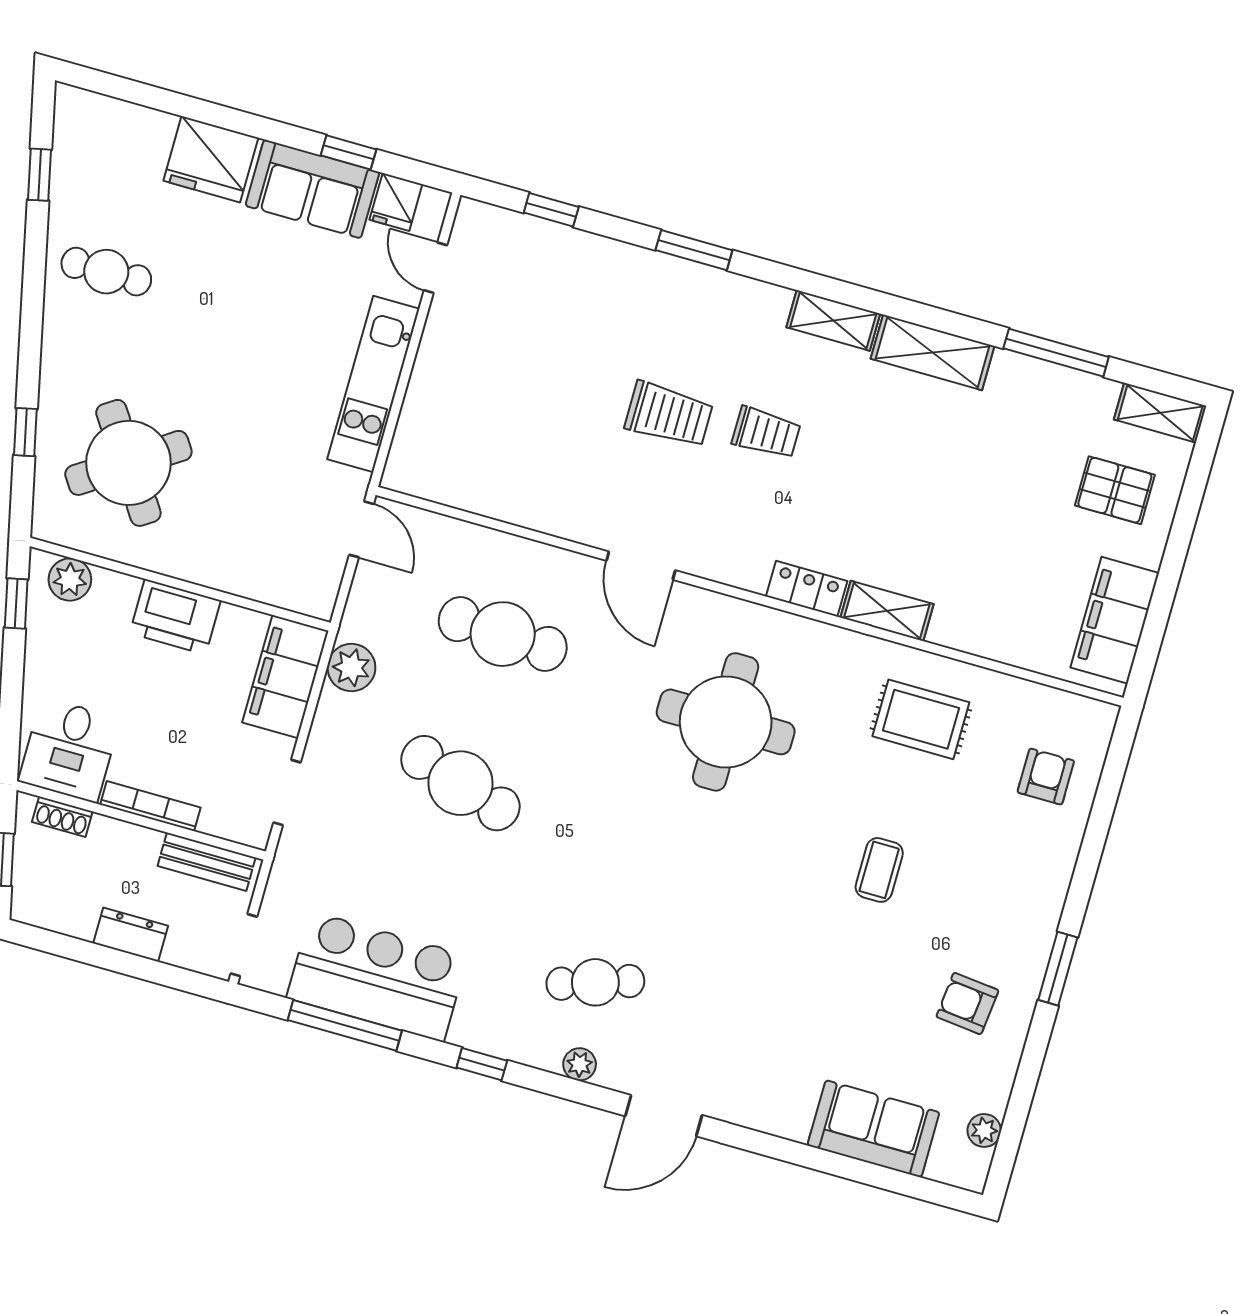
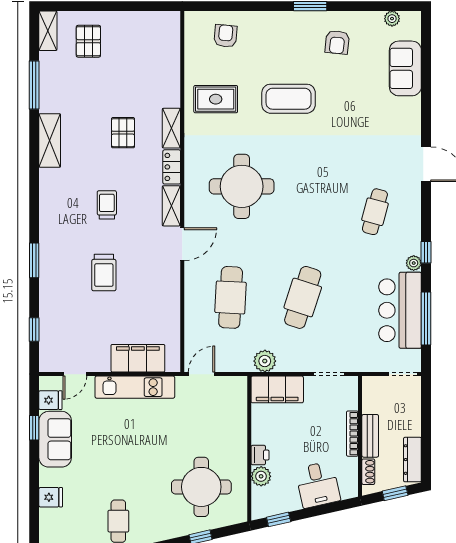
fridge: (211, 159) -> (51, 497), width x0.53, depth x0.75
shelving: (833, 320) -> (171, 206), moved
trolley: (669, 415) -> (104, 272), moved, turned 180
round table: (128, 463) -> (201, 487), turned 34
pallet: (906, 508) -> (123, 133), added
plant: (70, 580) -> (261, 476), moved
printer: (175, 617) -> (260, 455), width x0.53, depth x0.68
filing cabinet: (1115, 620) -> (138, 358), moved, turned 180
rug: (921, 719) -> (216, 99), turned 90
desk: (69, 750) -> (318, 484), moved, turned 77
armchair: (1046, 777) -> (226, 36), turned 95
bench: (207, 862) -> (370, 436), moved
coffee table: (879, 870) -> (289, 99), width x1.86, depth x1.72
dresser: (131, 935) -> (412, 460), moved, width x1.44
cafe table: (595, 982) -> (375, 212), turned 33
plant: (580, 1064) -> (414, 263), moved

